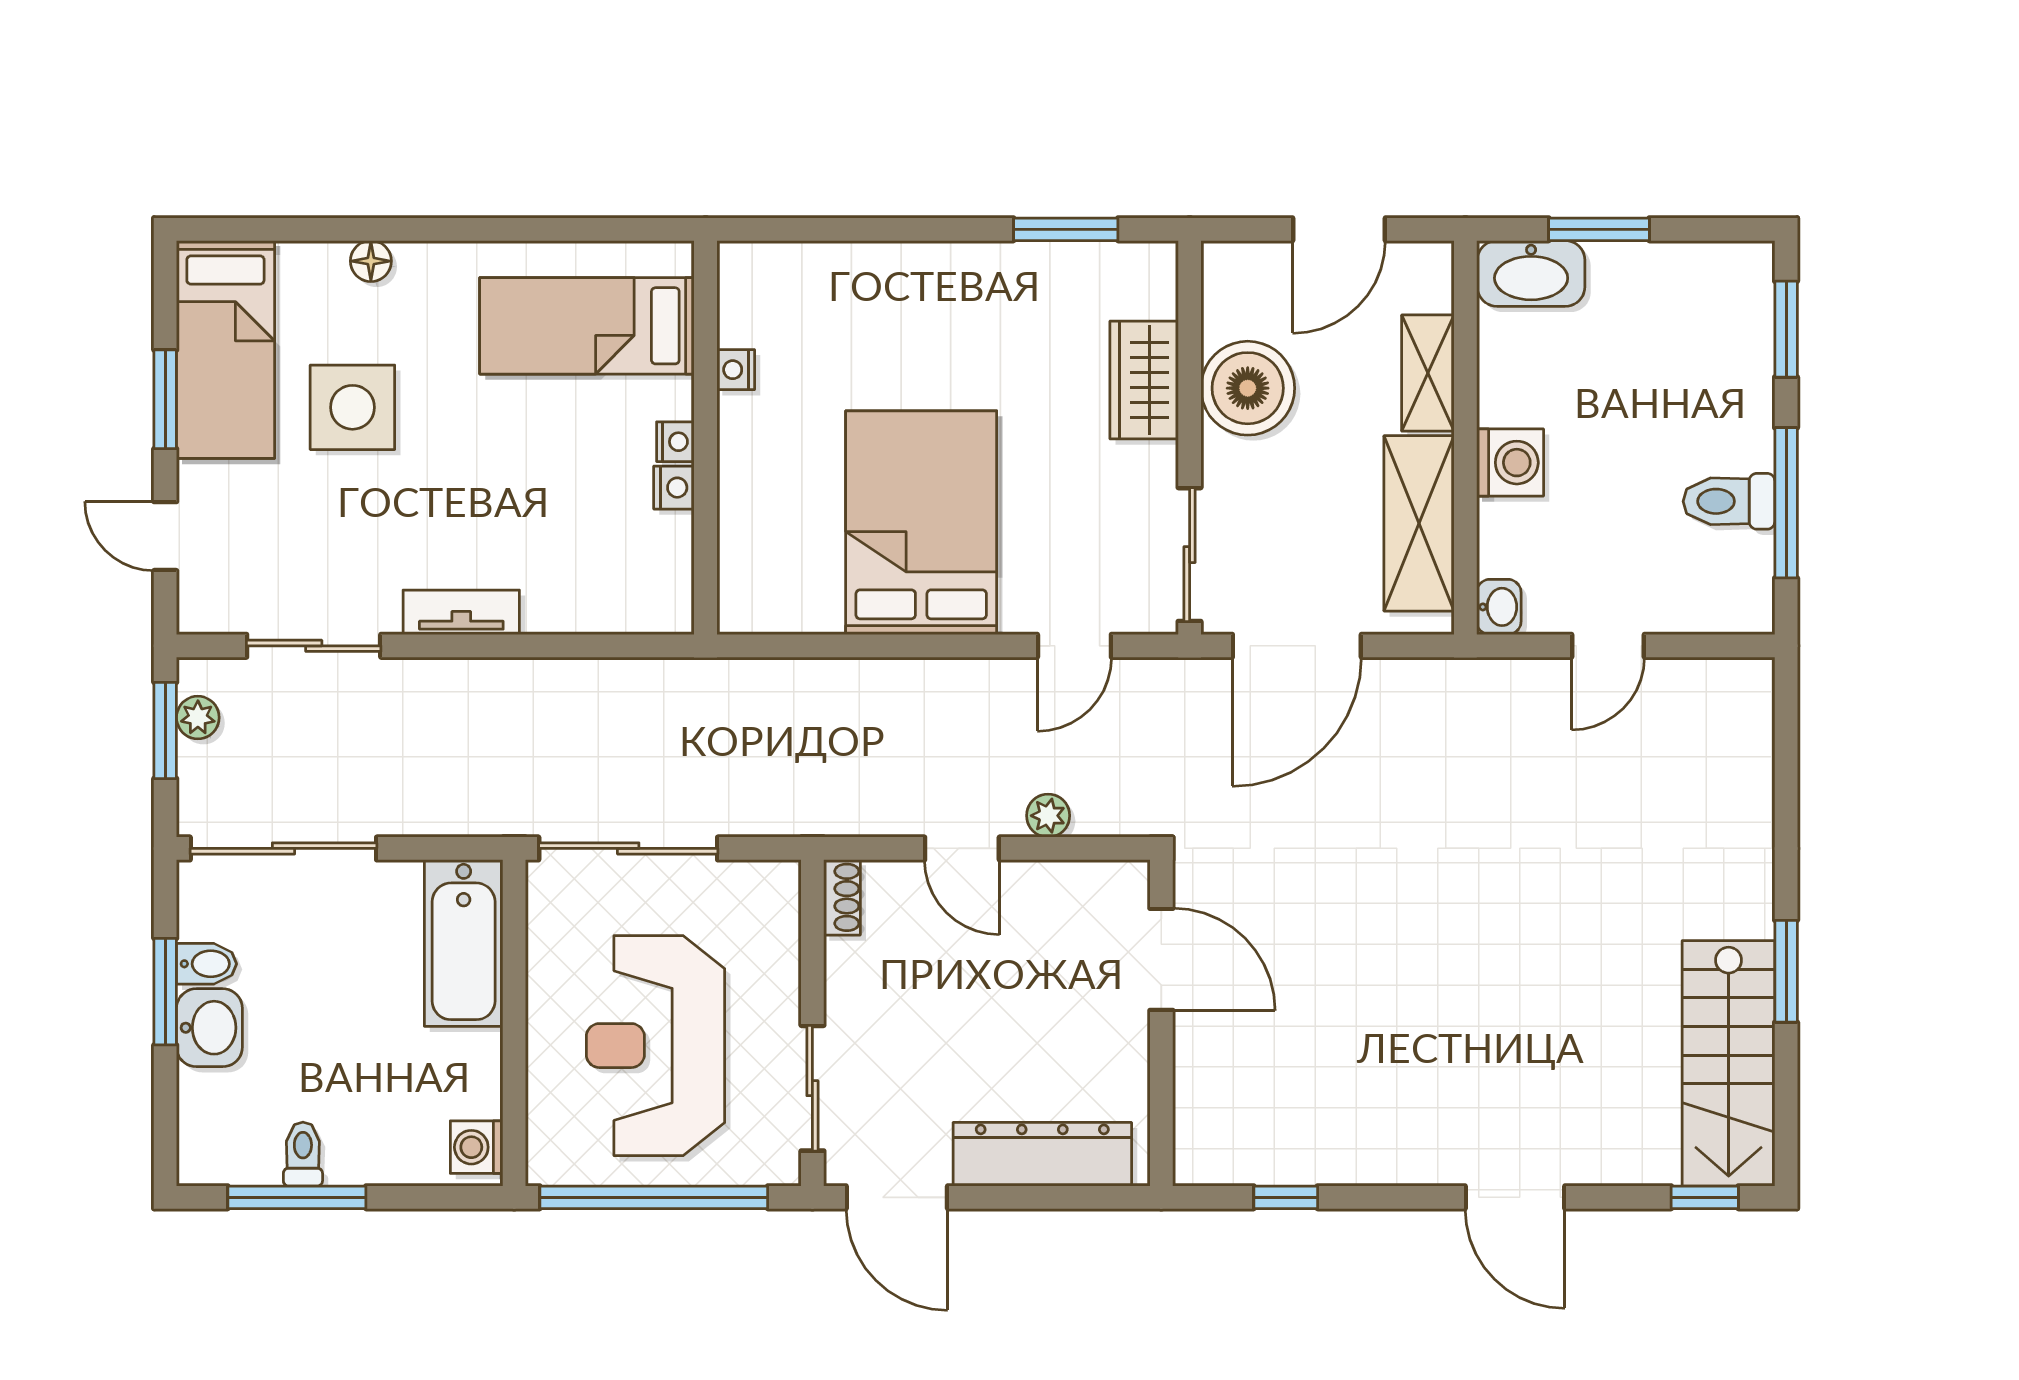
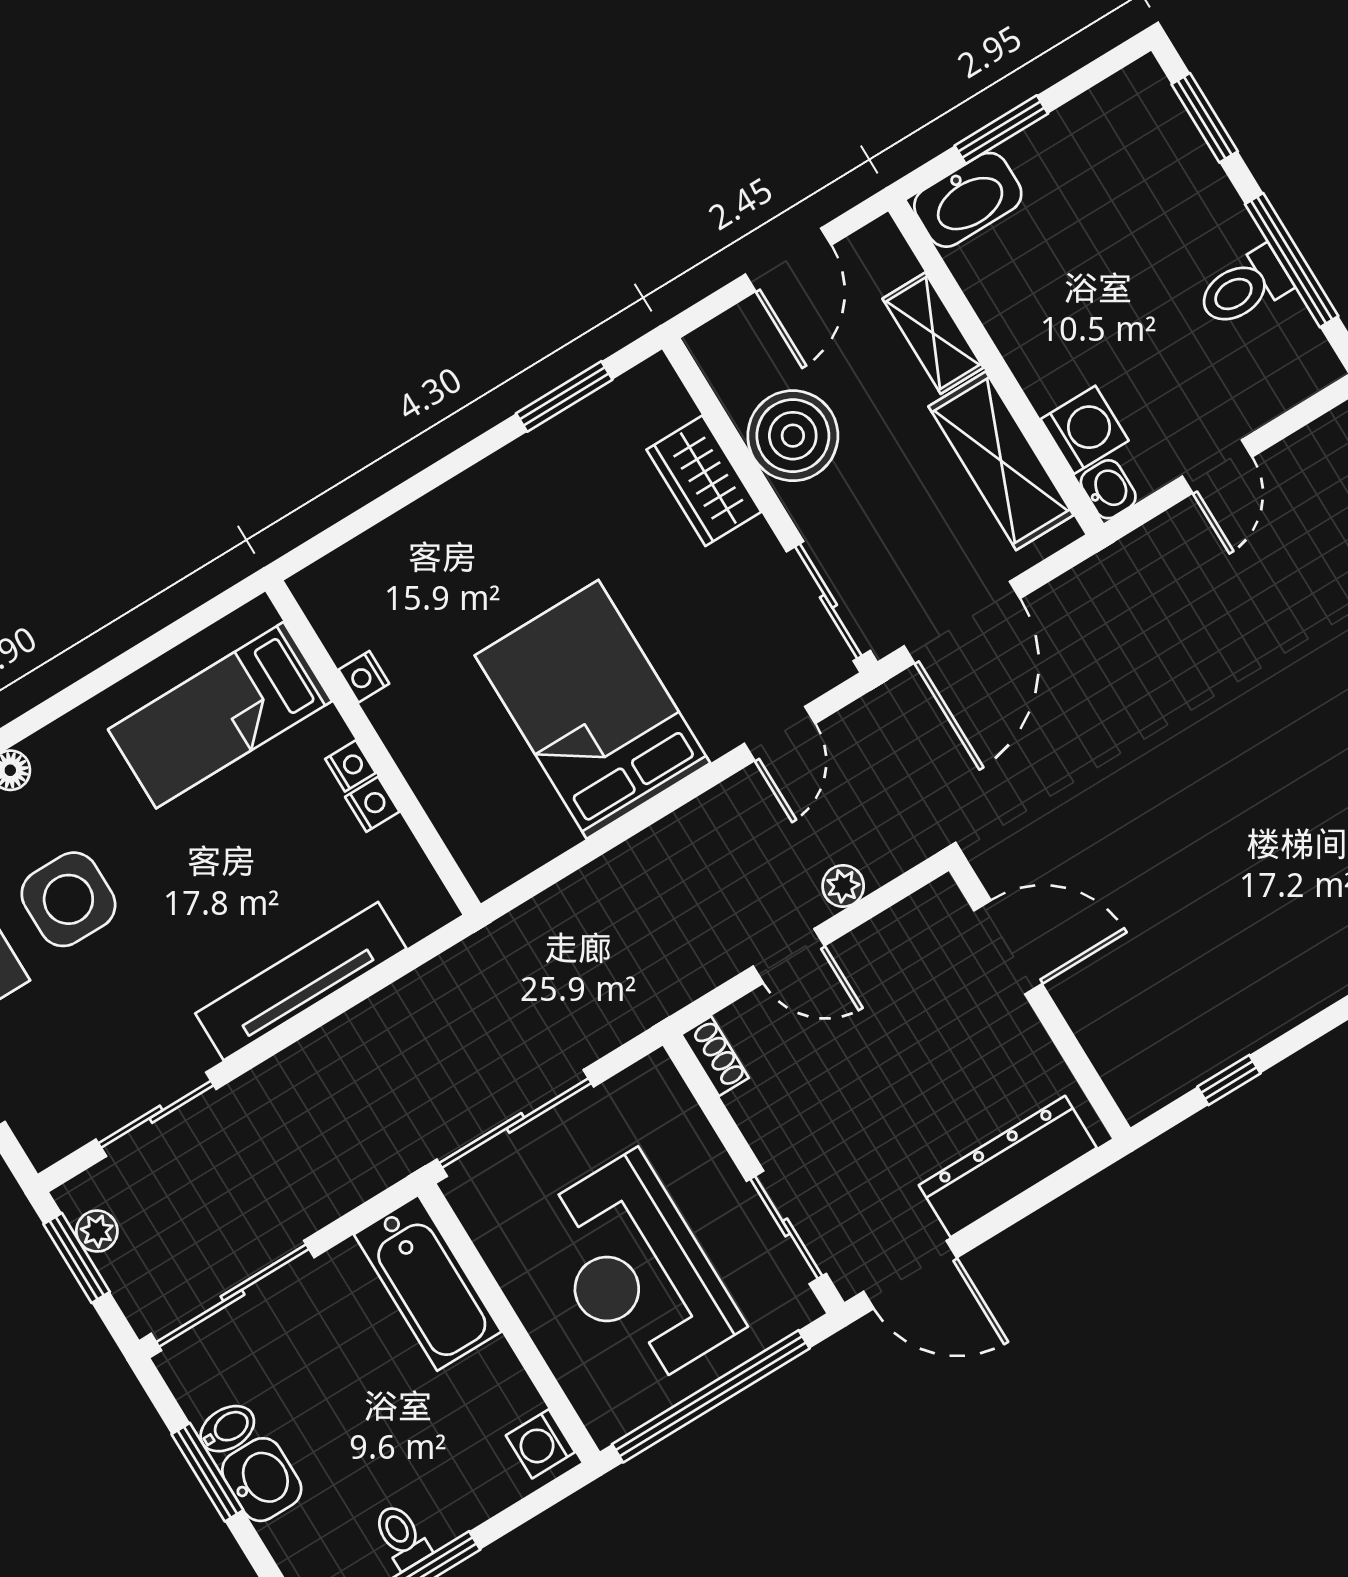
washing machine: (1510, 463) -> (1085, 430), moved
tv unit: (461, 612) -> (301, 981), width x1.92, depth x1.29

